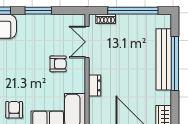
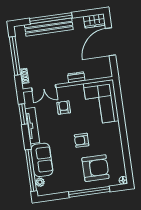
window: (38, 11) -> (23, 114), moved
tv unit: (41, 20) -> (32, 126), added
armchair: (14, 110) -> (82, 140), moved

